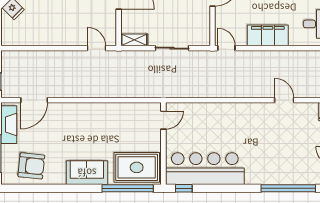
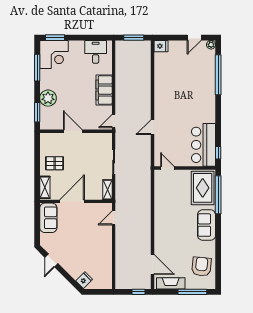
door: (284, 100) -> (152, 127), moved
bar counter: (205, 169) -> (204, 145), width x0.73

